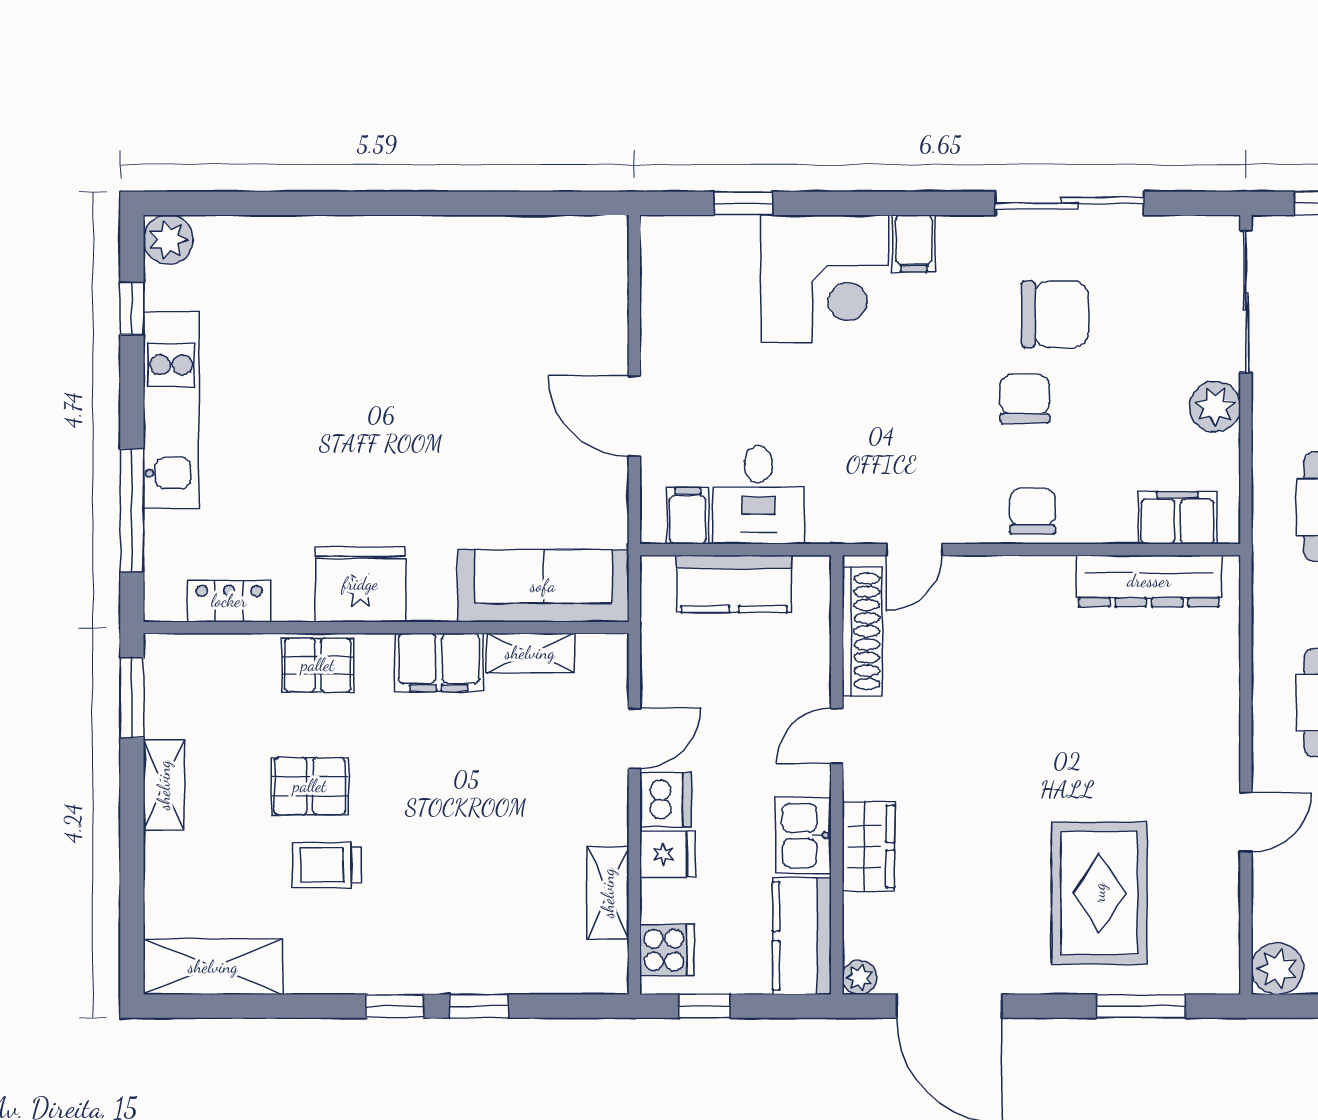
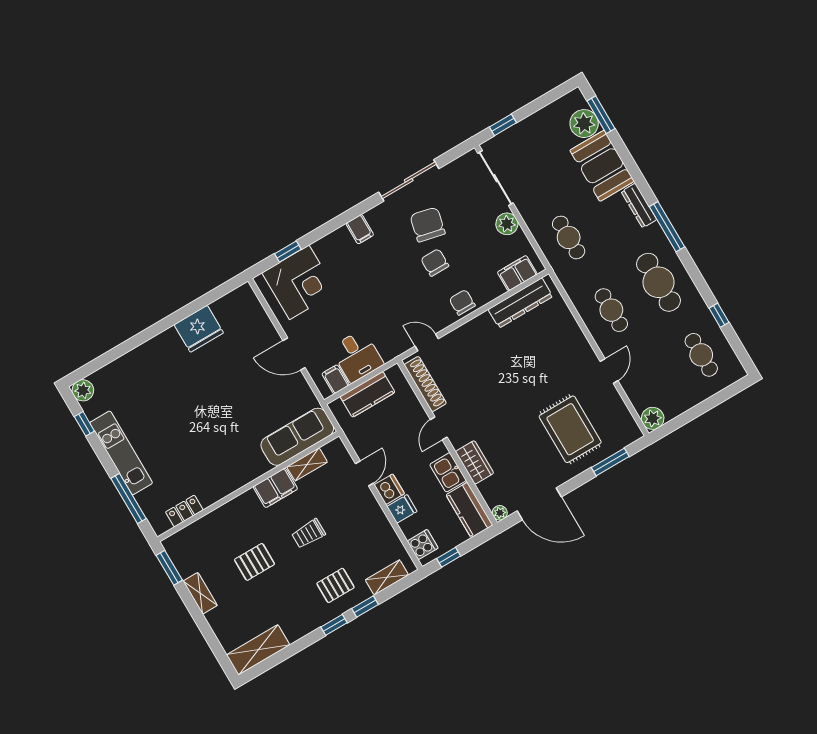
corner desk: (825, 279) -> (299, 282), moved
chair: (1055, 314) -> (428, 225), turned -77
door: (914, 550) -> (427, 342), swing flipped
fridge: (360, 584) -> (199, 329), moved, turned 180
pallet: (318, 665) -> (335, 585), moved
trolley: (327, 865) -> (308, 534), moved
shelving: (608, 893) -> (387, 577), moved, turned 90

